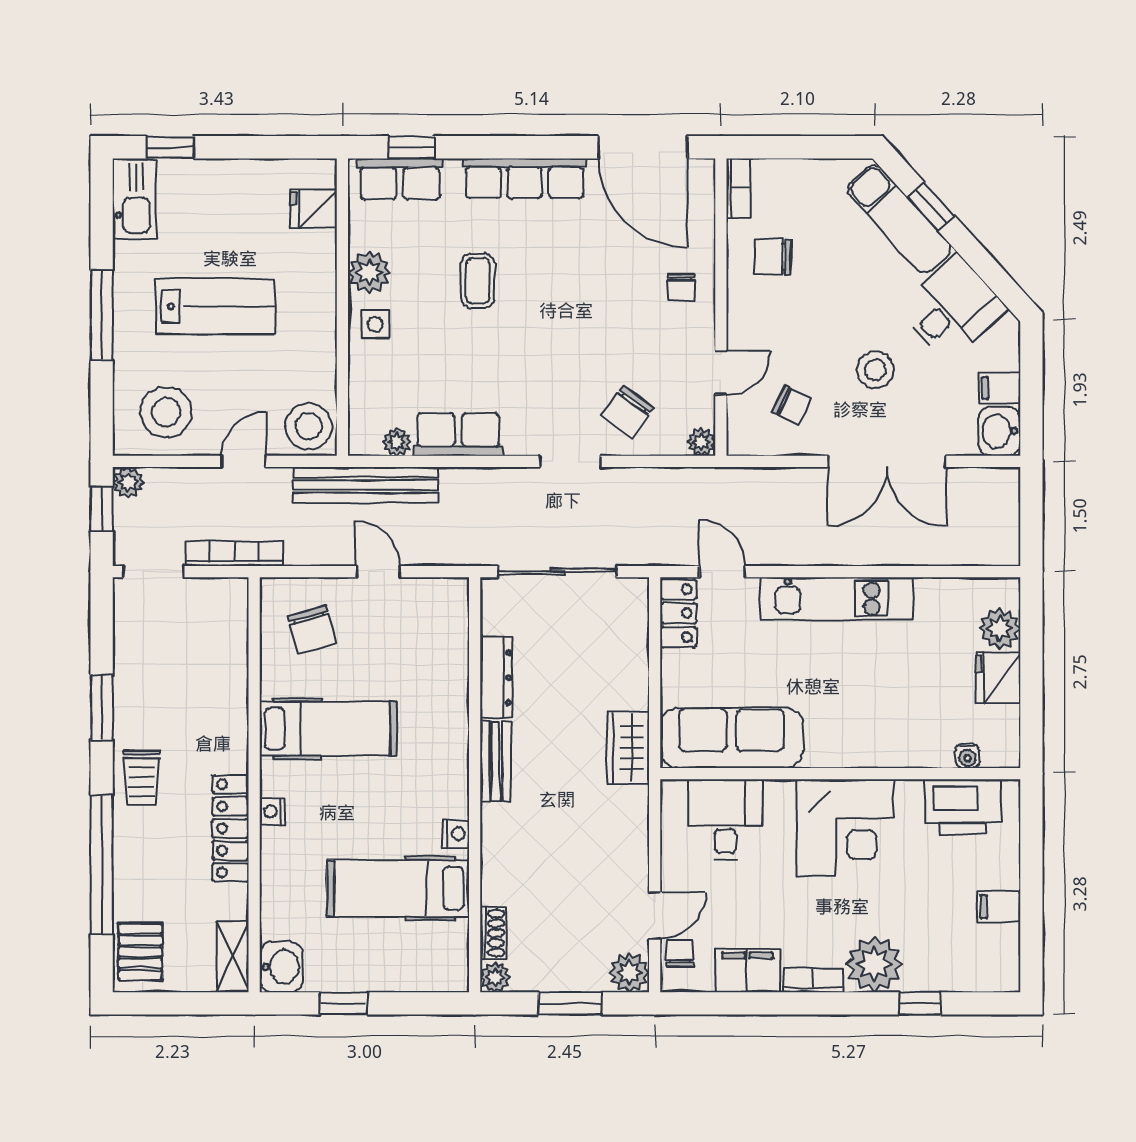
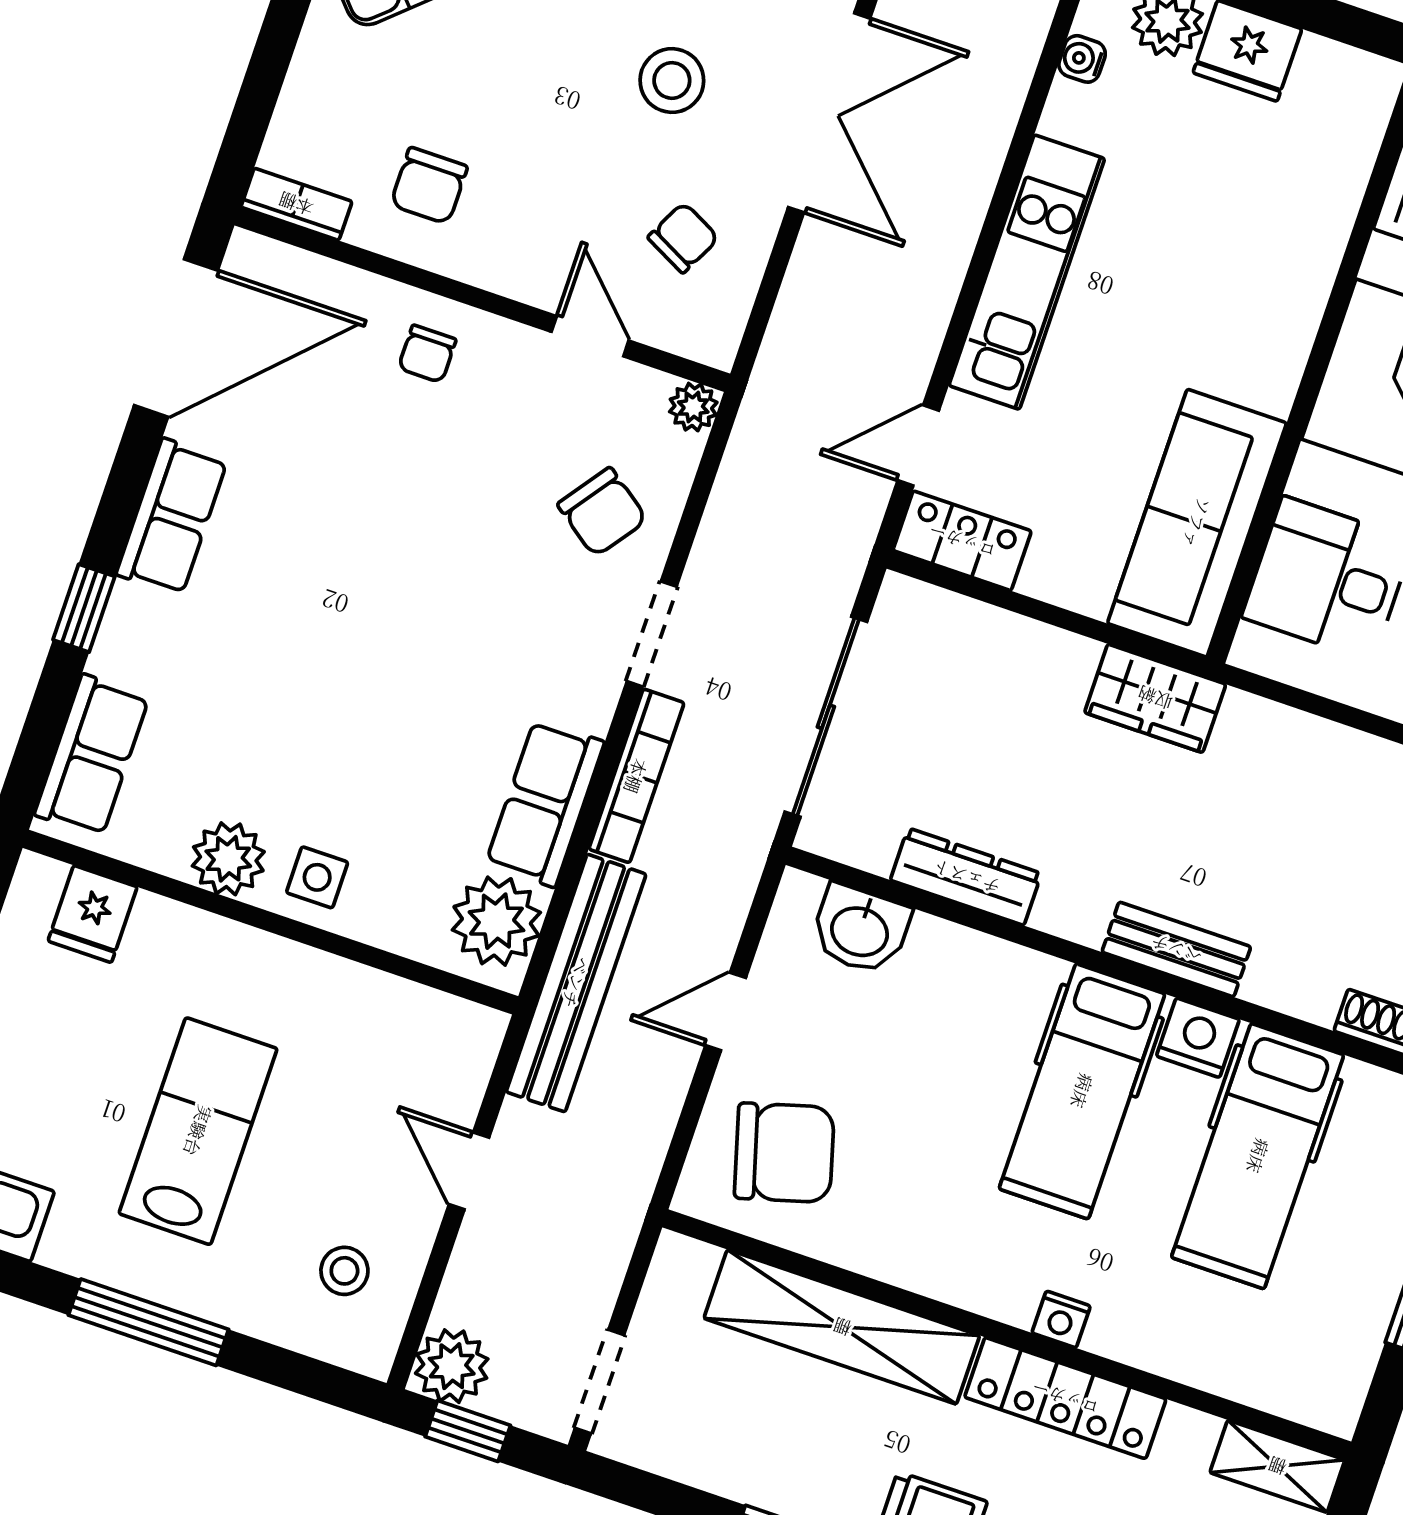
window: (411, 147) -> (84, 608), moved
row of seats: (525, 178) -> (172, 517), width x0.68
coffee table: (478, 281) -> (303, 684), removed
chair: (681, 287) -> (427, 354), turned 90
stool: (166, 412) -> (344, 1271), width x0.53, depth x0.53
stool: (309, 426) -> (448, 1044), removed
plant: (397, 442) -> (496, 921), width x1.88, depth x1.88
plant: (128, 482) -> (452, 1366), width x1.38, depth x1.38
bookcase: (234, 554) -> (636, 776), moved, turned 180
chair: (312, 630) -> (784, 1153), width x1.37, depth x1.37
shelving: (228, 693) -> (842, 1327), added
hospital bed: (328, 729) -> (1082, 1091), moved, turned 180
water cooler: (968, 756) -> (1082, 59), moved, turned 180
bench: (495, 761) -> (1176, 949), moved
nightstand: (456, 834) -> (1198, 1038), width x1.39, depth x1.35
washbasin: (281, 967) -> (860, 930), moved, turned 180

